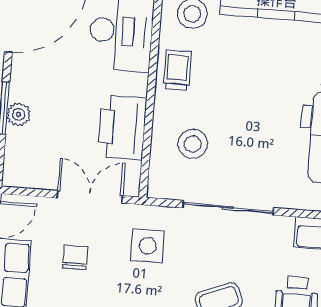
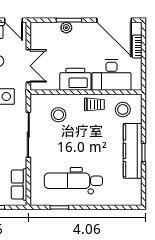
printer: (122, 127) -> (75, 79), moved

